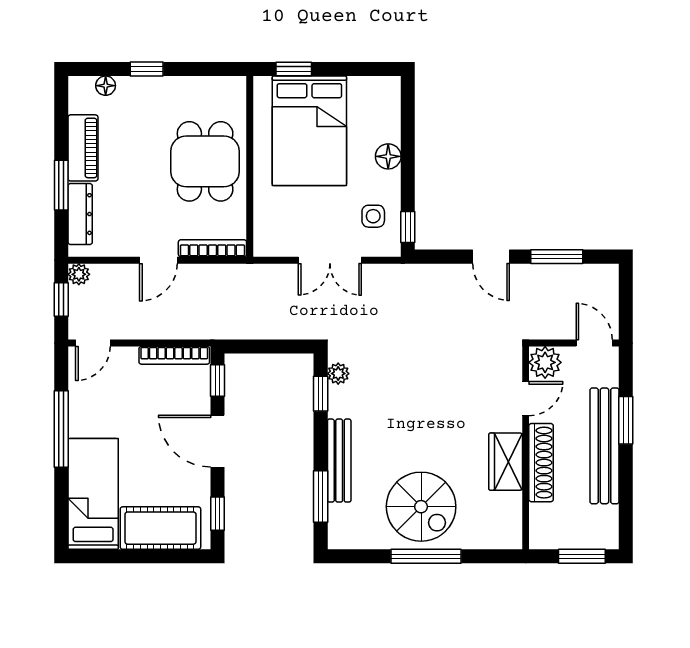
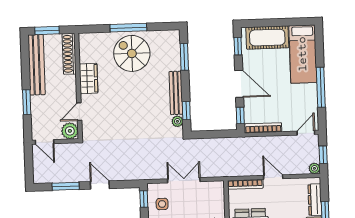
door: (158, 260) -> (273, 177), hinge flipped
bench: (604, 446) -> (37, 65), moved
bench: (339, 461) -> (176, 93), moved
shoe rack: (541, 463) -> (69, 54), moved

